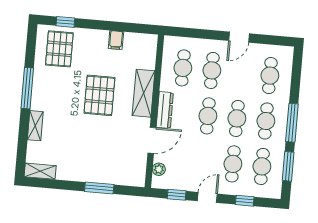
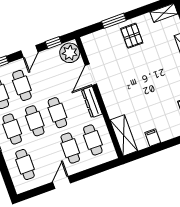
shelving: (144, 93) -> (124, 135), moved
pallet: (99, 95) -> (132, 36), moved, width x0.67, depth x0.71
plant: (159, 169) -> (70, 53), width x1.87, depth x1.87

